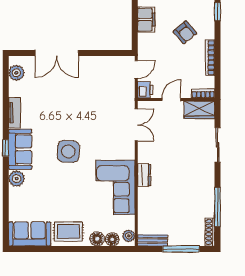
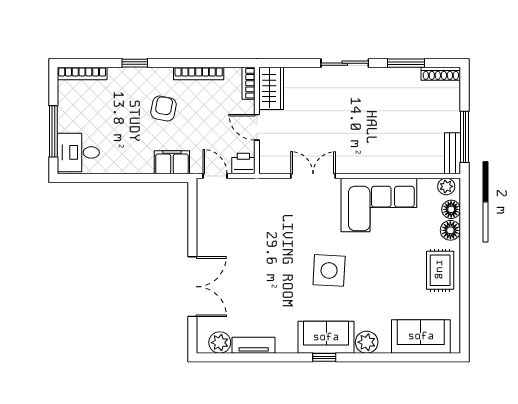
filing cabinet: (146, 20) -> (172, 162), moved
armchair: (185, 32) -> (164, 109), turned -39
tv unit: (14, 113) -> (254, 345), moved
double door: (136, 125) -> (313, 176), moved
sliding door: (218, 145) -> (345, 63), moved
dresser: (144, 175) -> (362, 165), removed
window: (218, 207) -> (406, 63), width x0.69
sofa: (30, 234) -> (421, 336), moved, turned 90
window: (181, 249) -> (464, 137), moved

